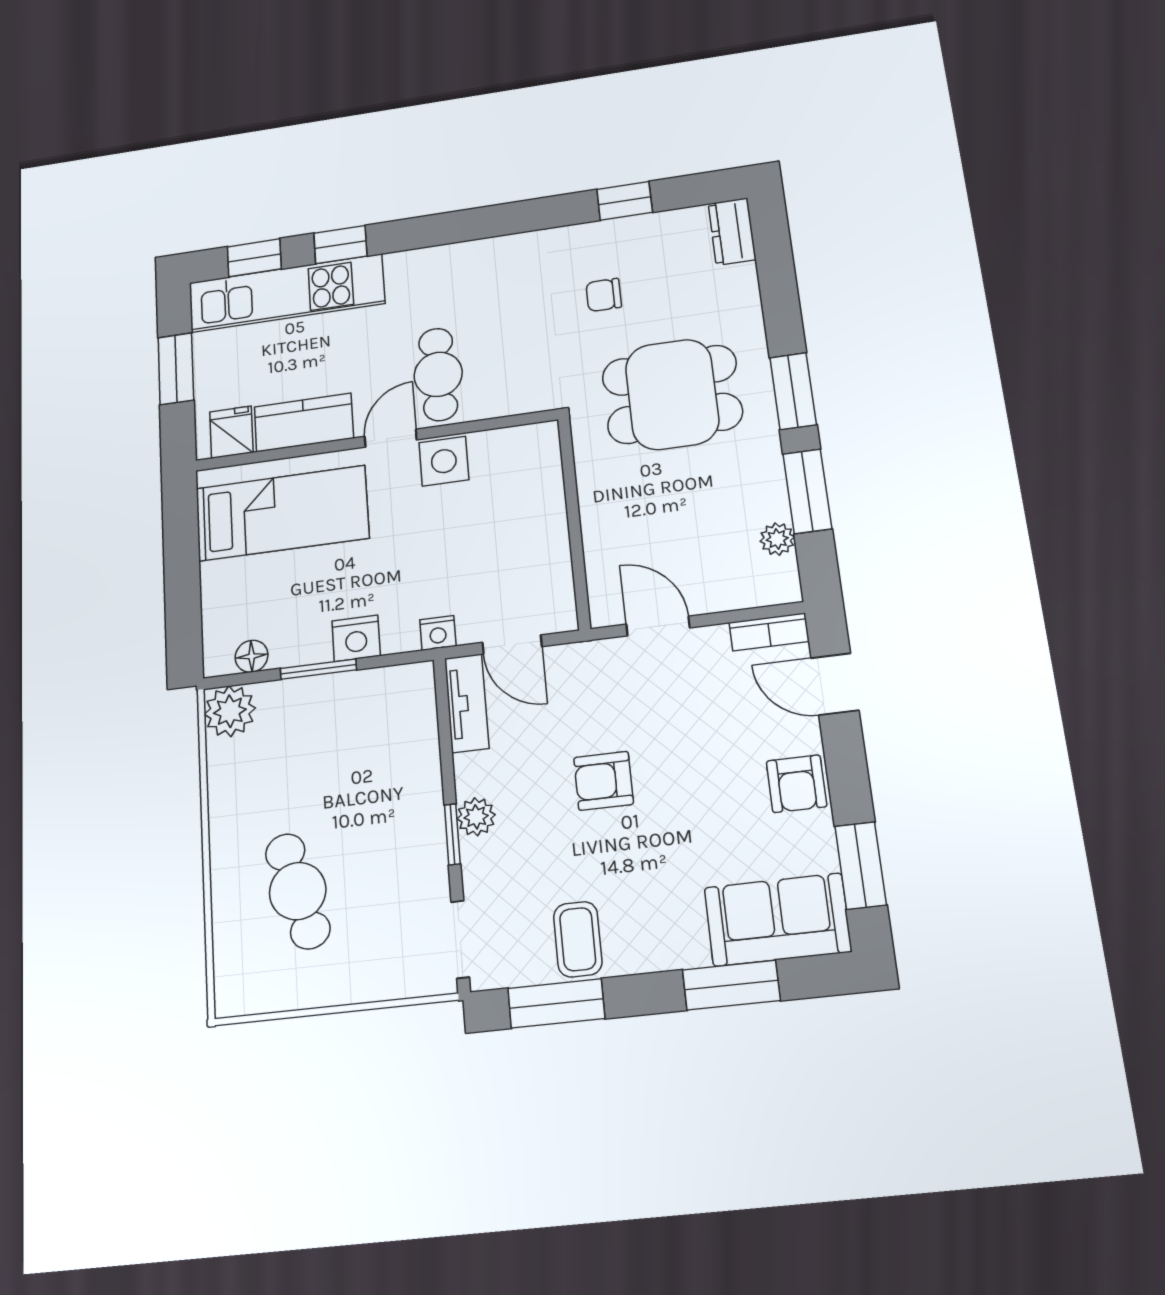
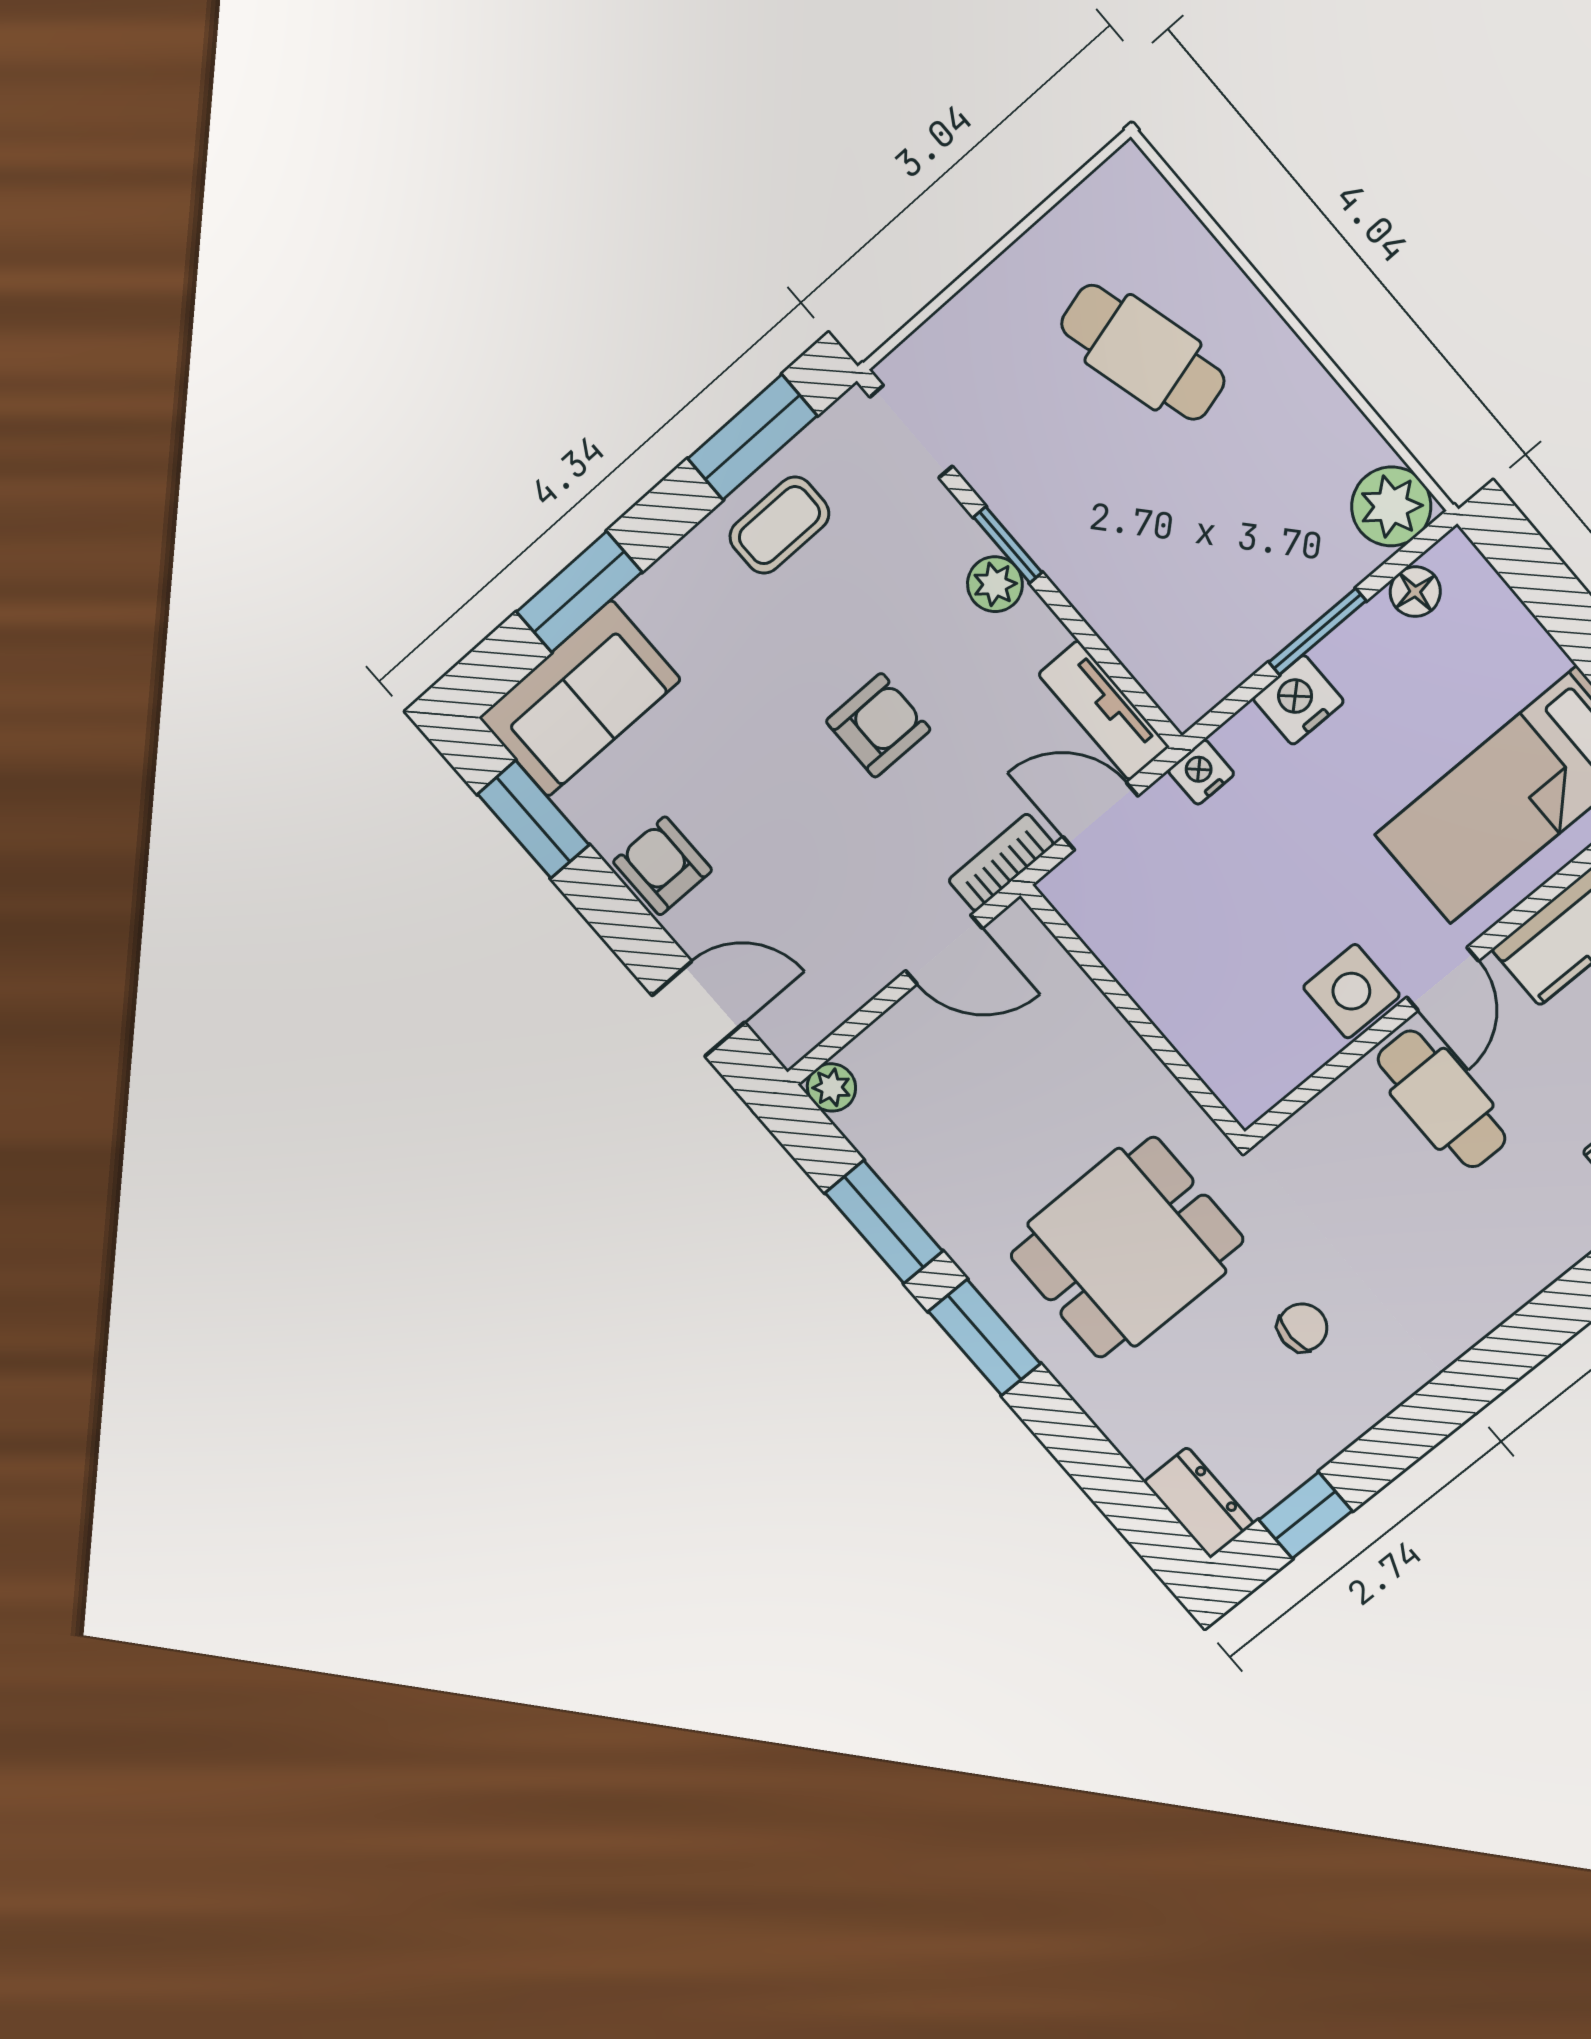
window: (625, 201) -> (1306, 1515), moved
plant: (777, 539) -> (831, 1087), moved
bookcase: (769, 632) -> (1001, 862), moved
coffee table: (578, 939) -> (779, 525), turned 90

